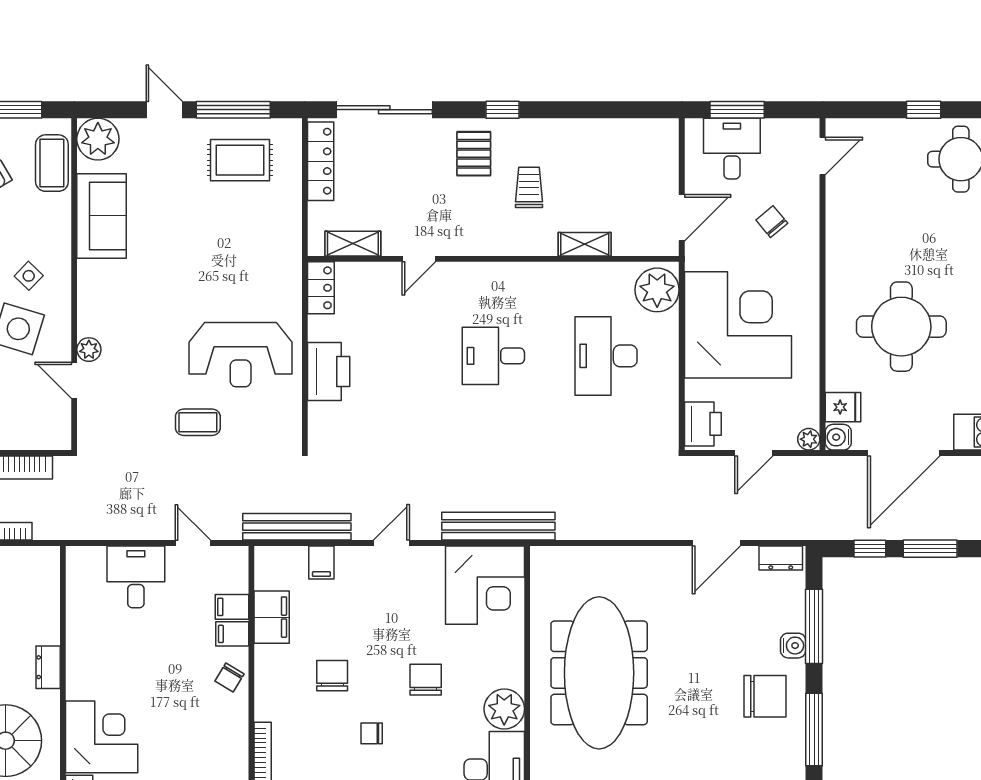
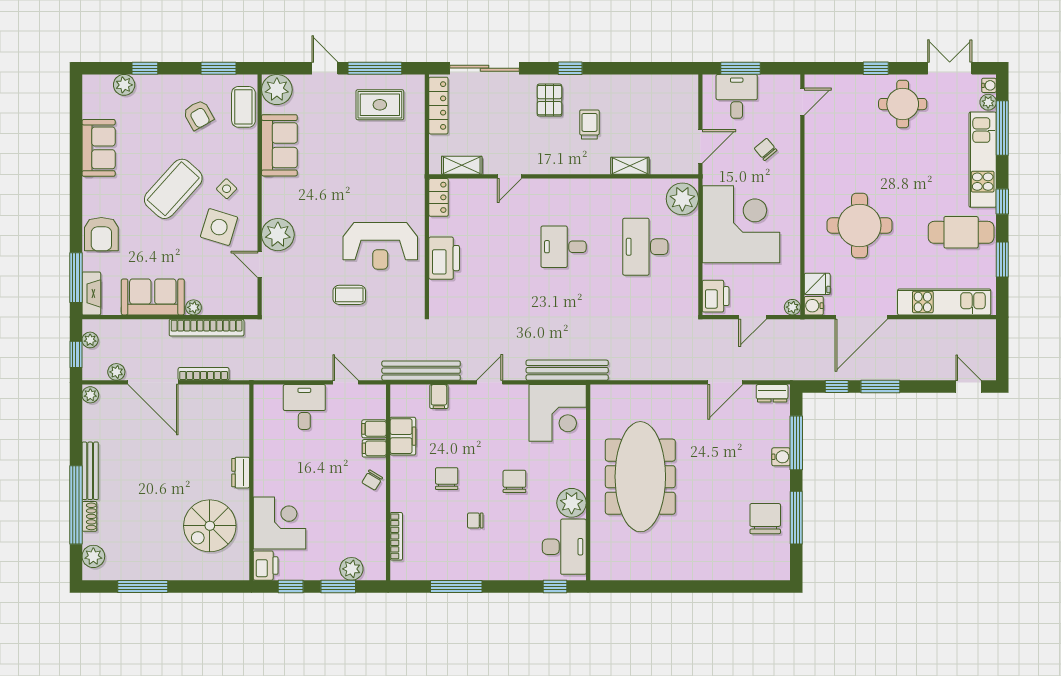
plant: (89, 350) -> (278, 235), width x1.87, depth x1.87
chair: (765, 696) -> (765, 519), moved, turned -90

